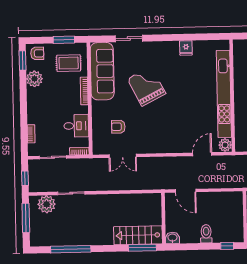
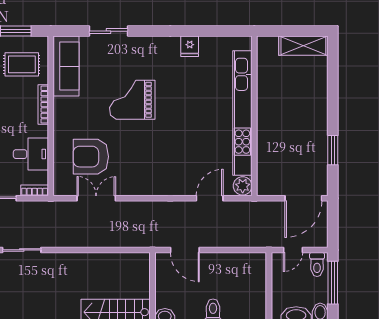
sofa: (102, 71) -> (66, 66), width x0.74, depth x0.79
grand piano: (146, 86) -> (132, 100), turned -63
armchair: (118, 127) -> (91, 157), width x1.88, depth x1.88
double door: (123, 156) -> (96, 198), swing flipped

